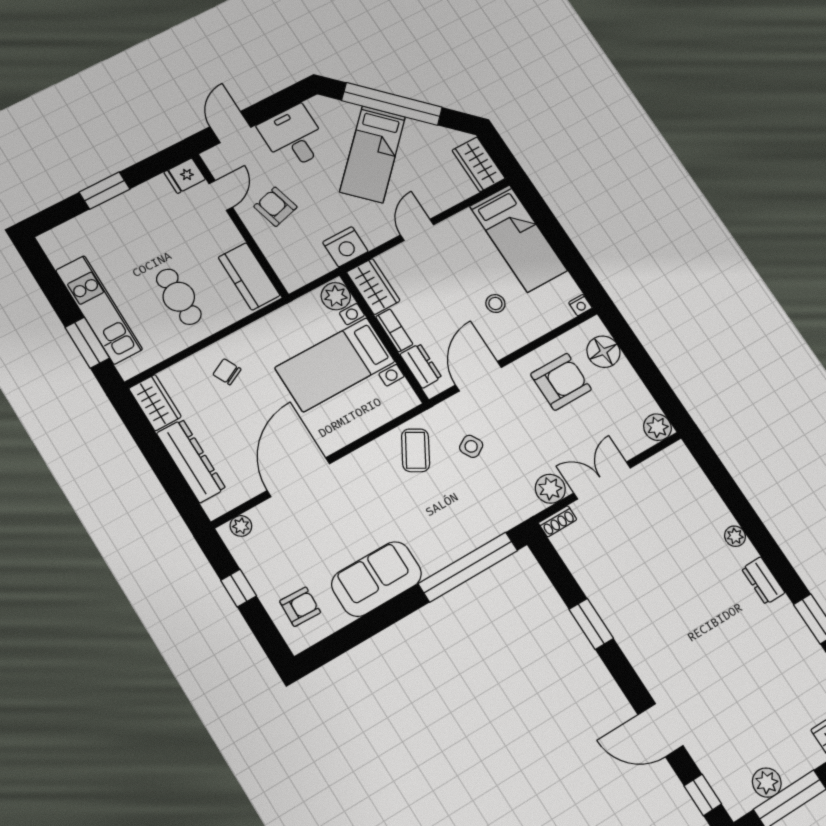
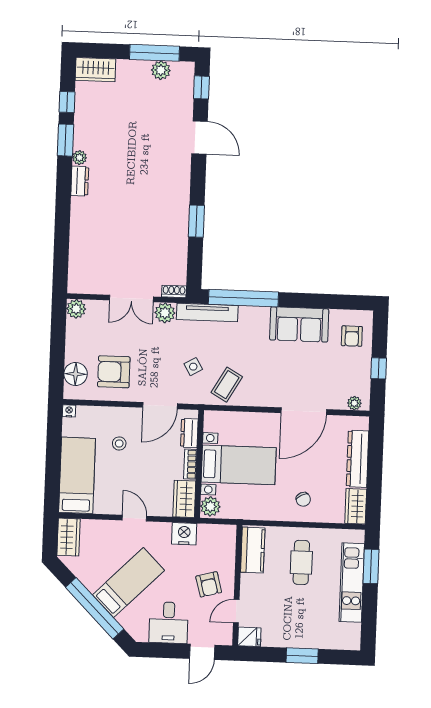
door: (417, 230) -> (134, 518), swing flipped
tv unit: (500, 522) -> (207, 312), added
plant: (735, 536) -> (79, 158), moved
armchair: (300, 607) -> (352, 336), turned -92

